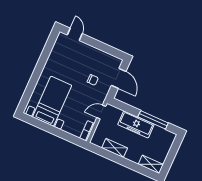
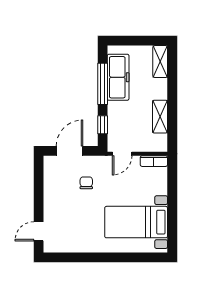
window: (126, 108) -> (103, 125), added
door: (101, 112) -> (122, 154), hinge flipped
freezer: (136, 124) -> (118, 77), moved

